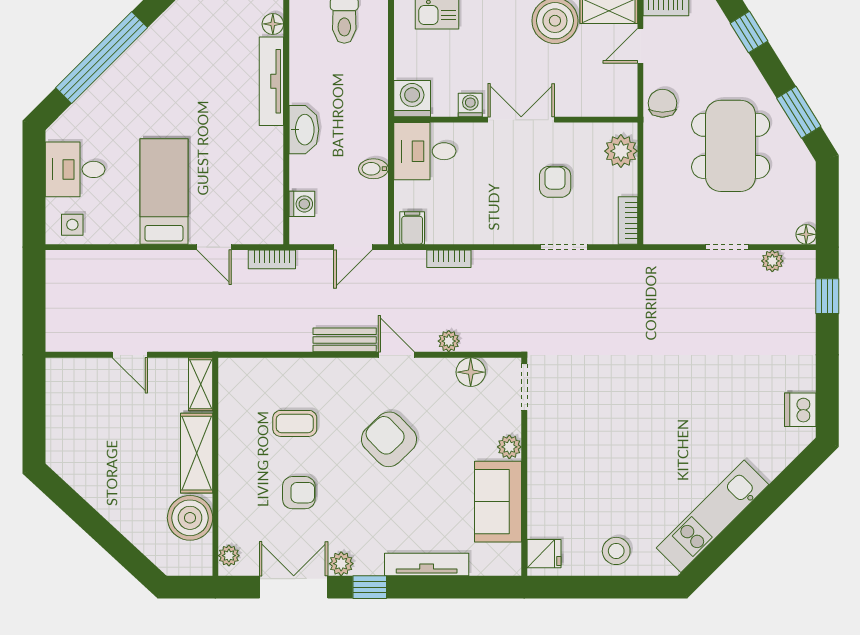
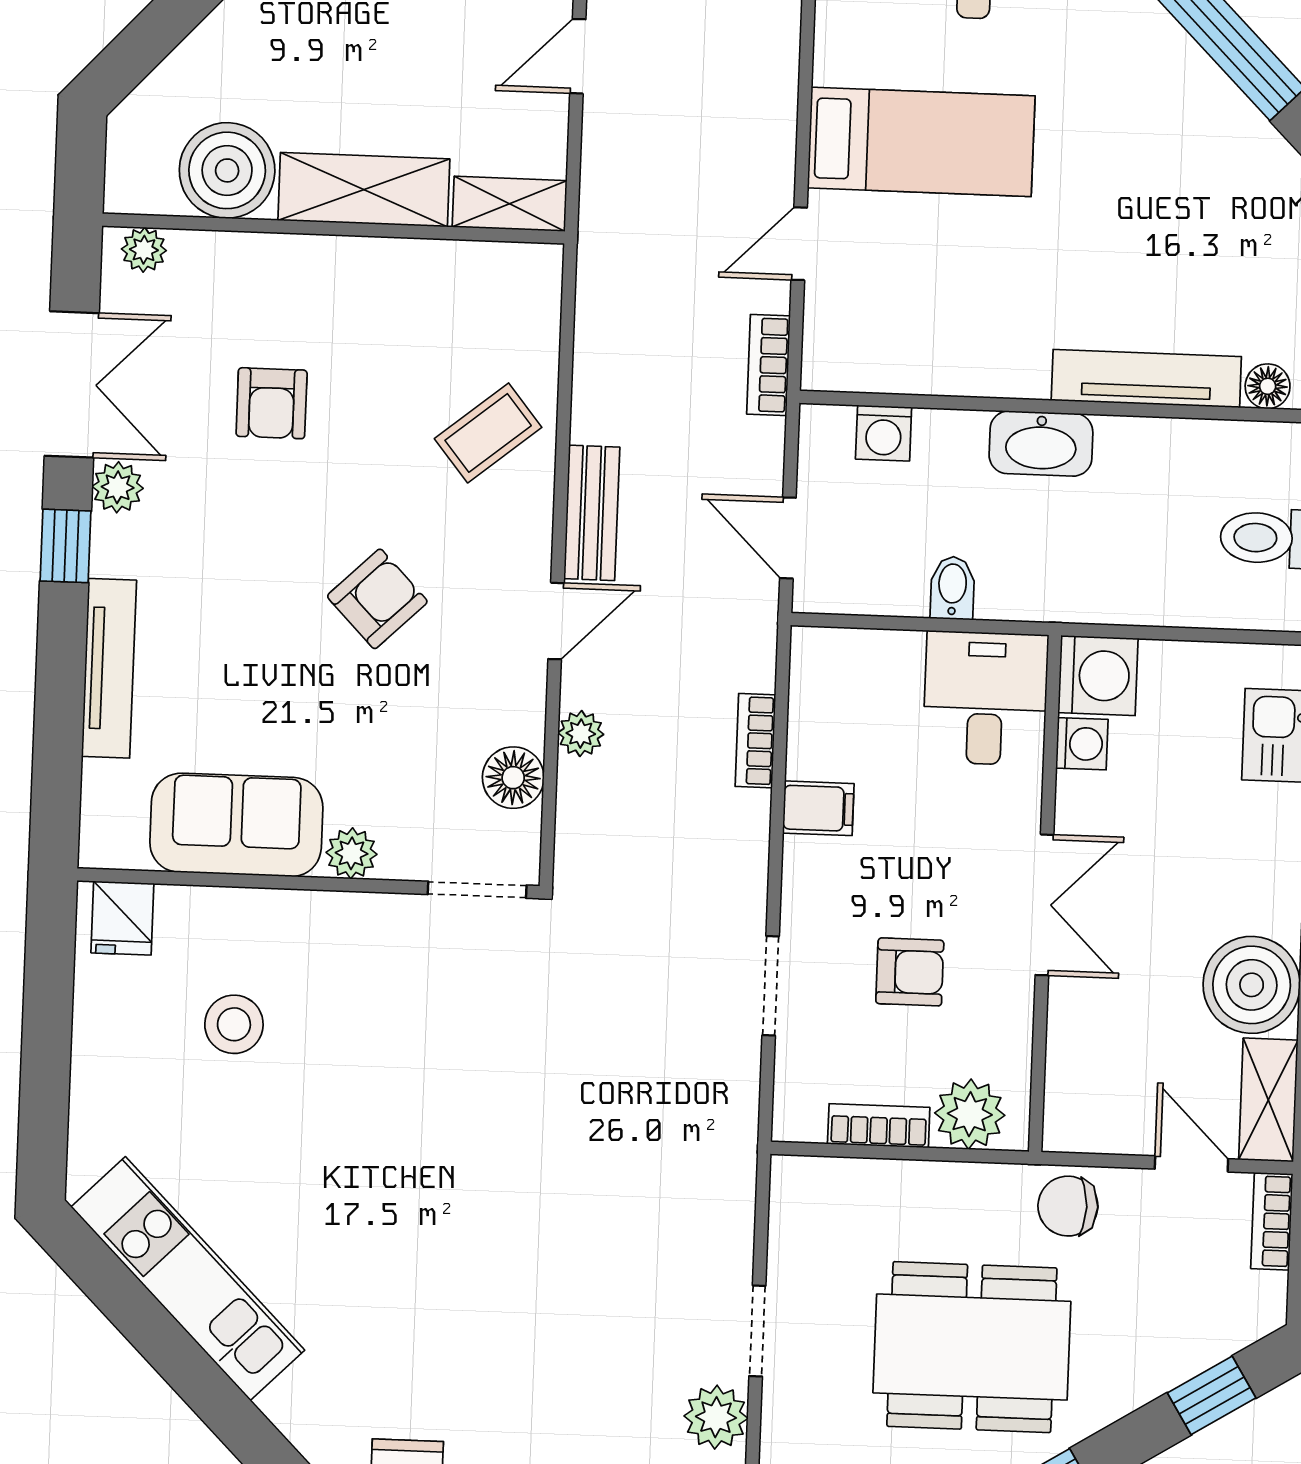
chair: (662, 103) -> (1068, 1206), turned 180
washing machine: (470, 105) -> (1082, 744), moved
bookcase: (628, 221) -> (879, 1126), moved
filing cabinet: (412, 228) -> (818, 808), moved
plant: (772, 261) -> (716, 1417), width x1.38, depth x1.38
coffee table: (295, 423) -> (488, 433), moved, turned 51
armchair: (389, 439) -> (377, 599), width x0.72, depth x0.72
stool: (616, 551) -> (234, 1024), moved

